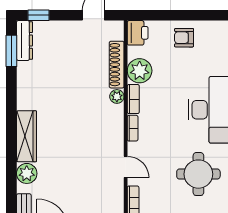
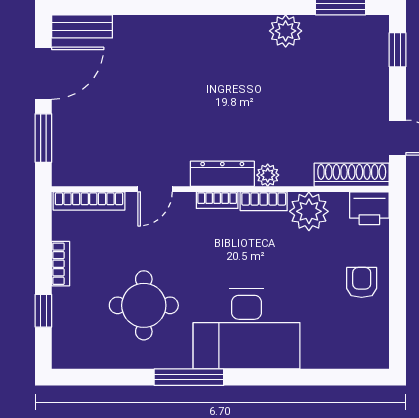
dresser: (24, 40) -> (222, 174), moved, turned 180
shoe rack: (117, 65) -> (352, 175), moved
wardrobe: (26, 136) -> (204, 31), removed
plant: (27, 173) -> (286, 31), moved

